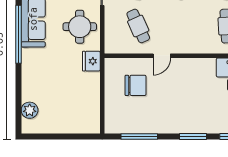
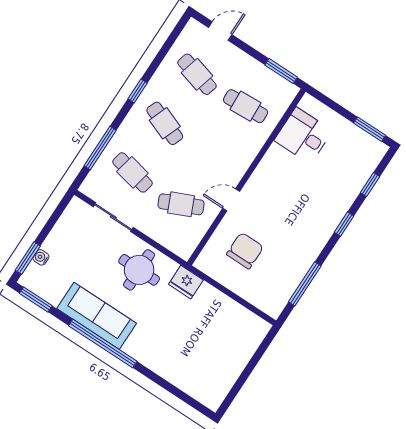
door: (162, 56) -> (231, 200), swing flipped
plant: (30, 110) -> (195, 387), removed
window: (193, 137) -> (344, 224), width x0.67

